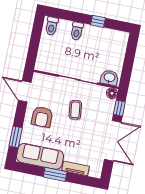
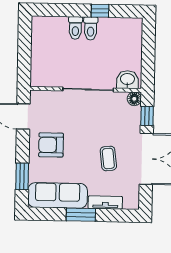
toilet: (52, 26) -> (91, 28), moved
coffee table: (75, 110) -> (108, 158), moved
armchair: (42, 117) -> (51, 145), turned 90

